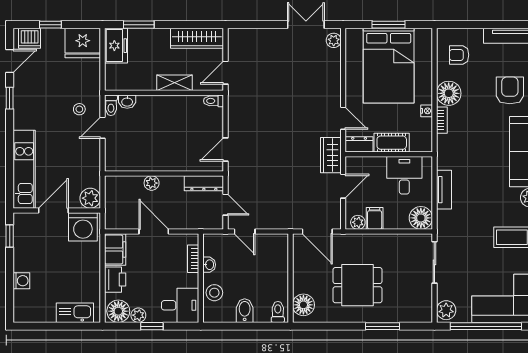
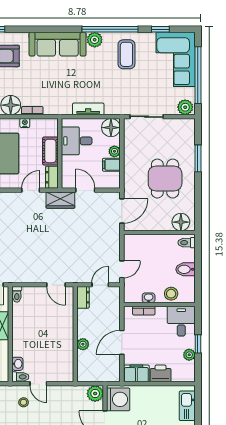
dresser: (204, 183) -> (83, 297), width x0.70
plant: (358, 222) -> (114, 151), moved
floor lamp: (118, 311) -> (186, 371), removed

